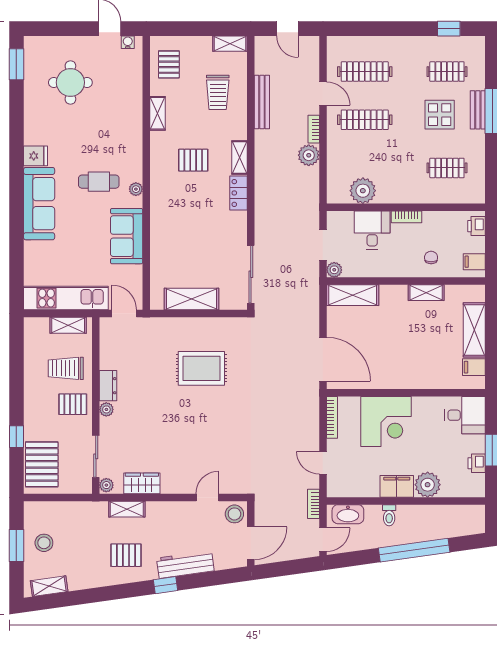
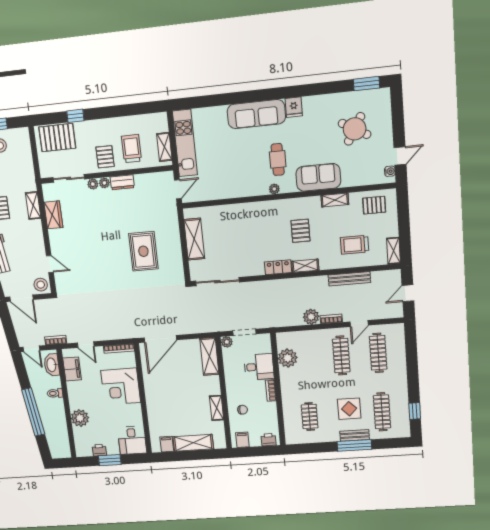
clothes rail: (447, 72) -> (382, 412), width x1.36
round table: (70, 82) -> (355, 129), turned 30
sofa: (127, 236) -> (318, 177), moved
door: (323, 463) -> (86, 345), swing flipped
plant: (106, 485) -> (93, 184), moved
filing cabinet: (397, 486) -> (72, 369), moved

